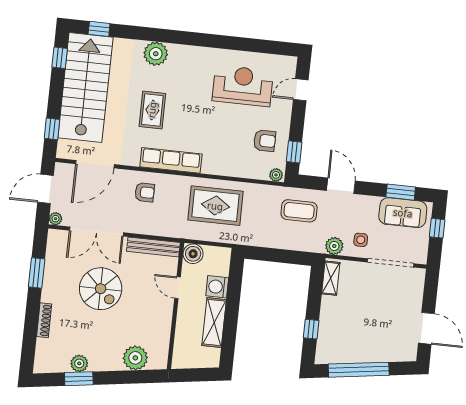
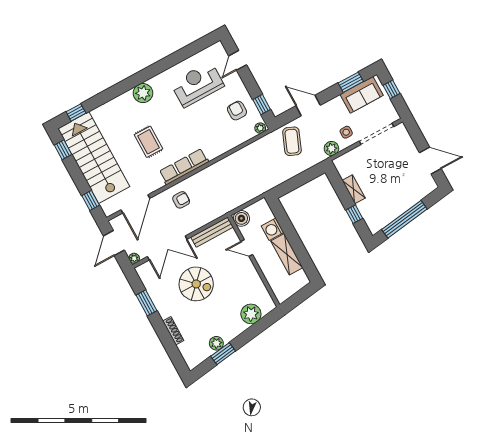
plant: (156, 54) -> (143, 93), moved
armchair: (265, 141) -> (237, 111), turned -90
rug: (215, 206) -> (234, 176), removed
coffee table: (299, 211) -> (292, 141), turned -68
shelving: (331, 278) -> (354, 189), moved

